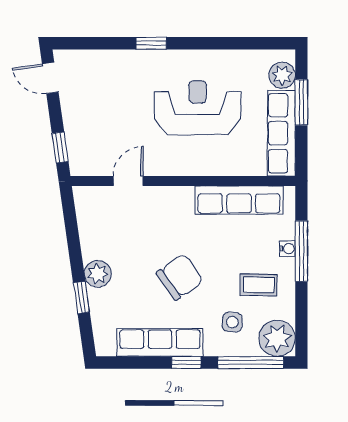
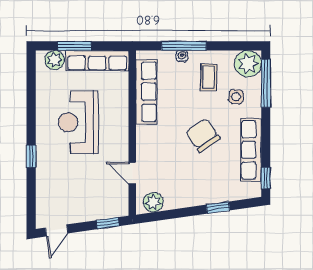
plant: (98, 274) -> (153, 202), moved
window: (186, 362) -> (266, 178), moved

